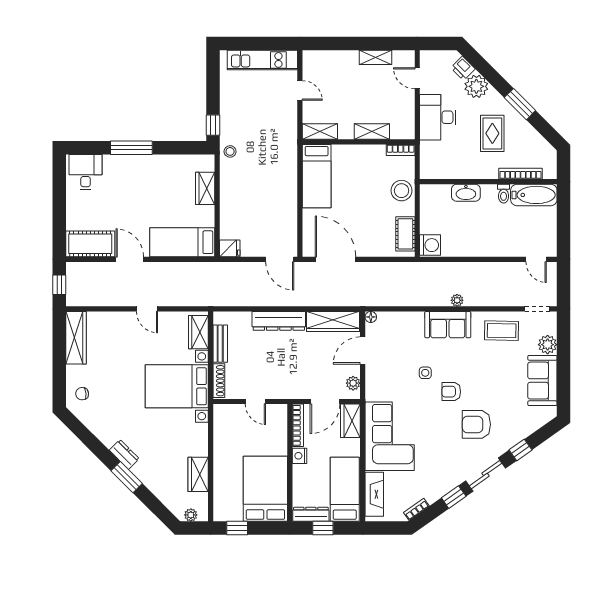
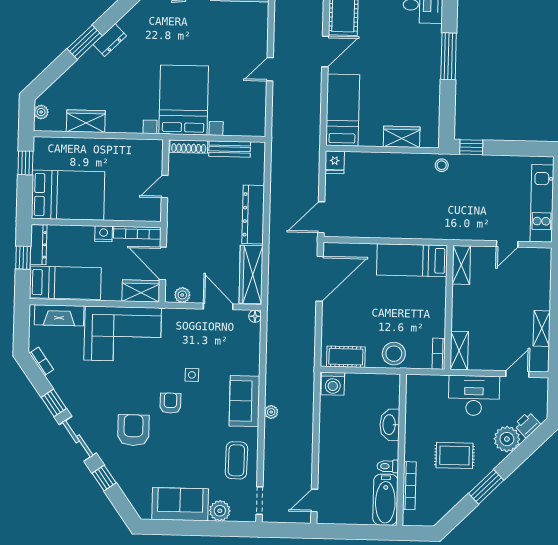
shelving: (372, 132) -> (459, 351), moved
wardrobe: (198, 332) -> (243, 125), removed

